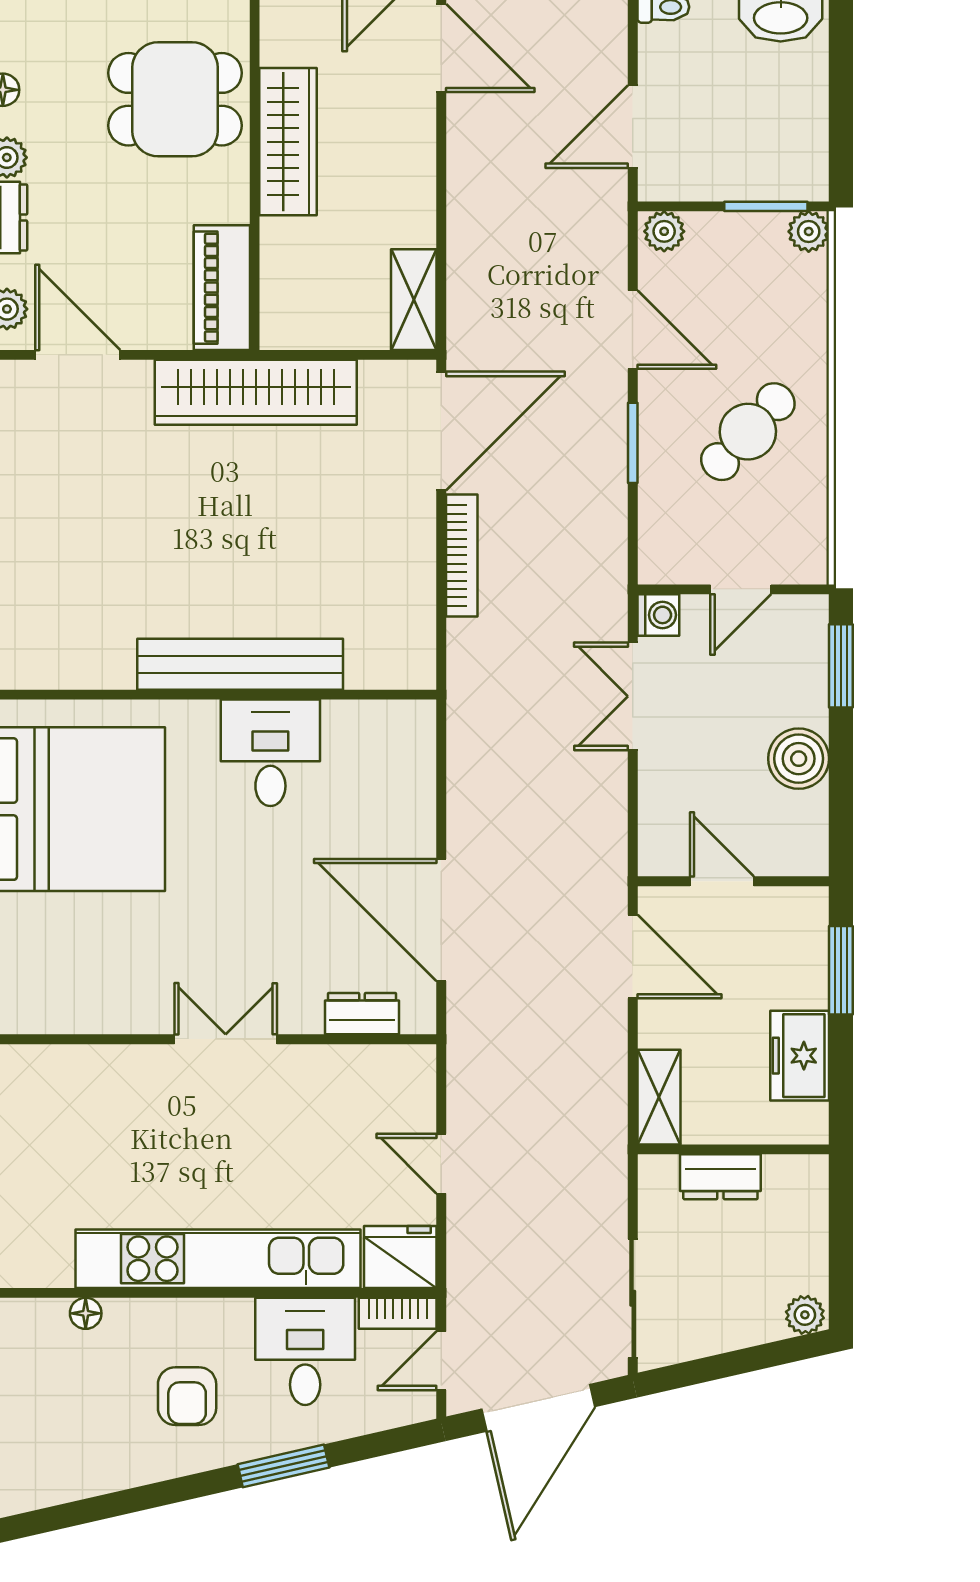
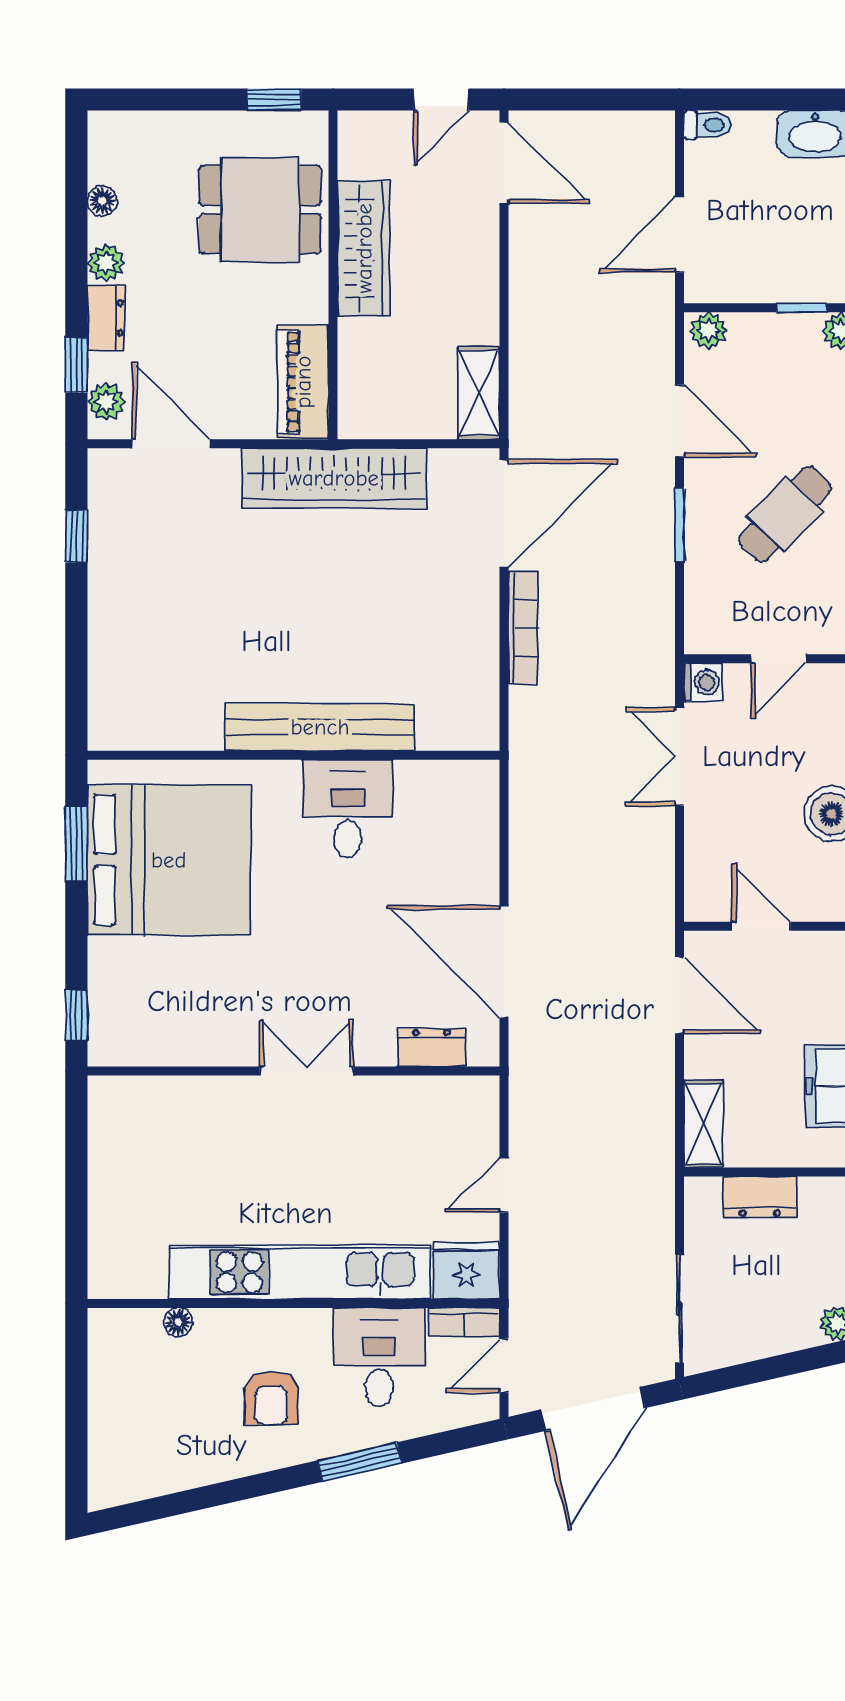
window: (766, 206) -> (802, 308), width x0.67
door: (441, 1164) -> (504, 1185), hinge flipped

